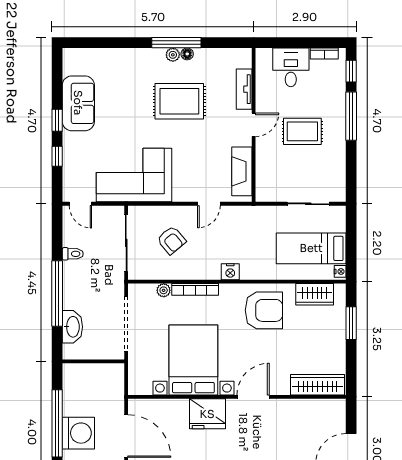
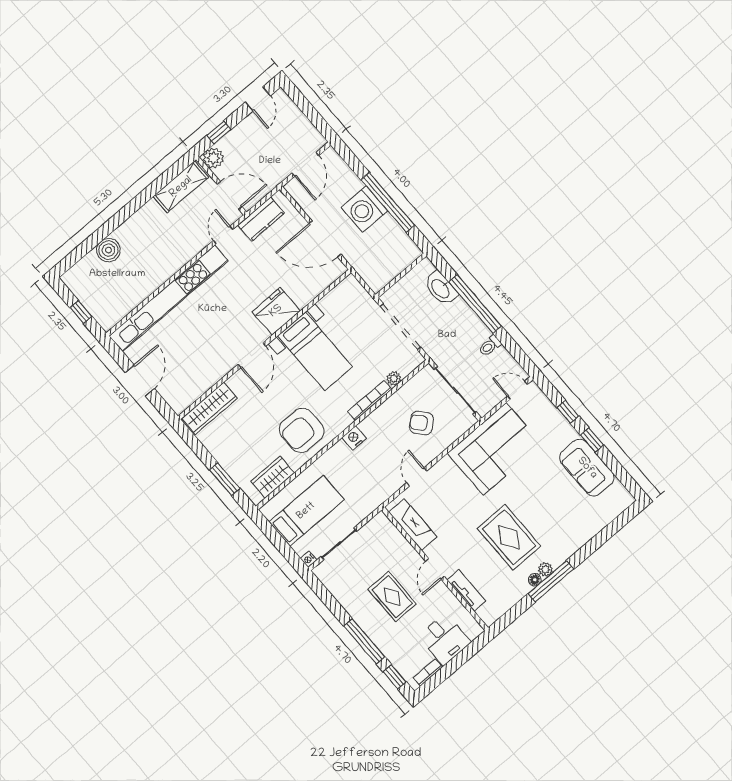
rug: (179, 101) -> (509, 537), turned 90
rug: (302, 131) -> (392, 597), turned 90
nightstand: (340, 271) -> (309, 559), moved
bed with nightstands: (193, 360) -> (315, 351), width x0.73

